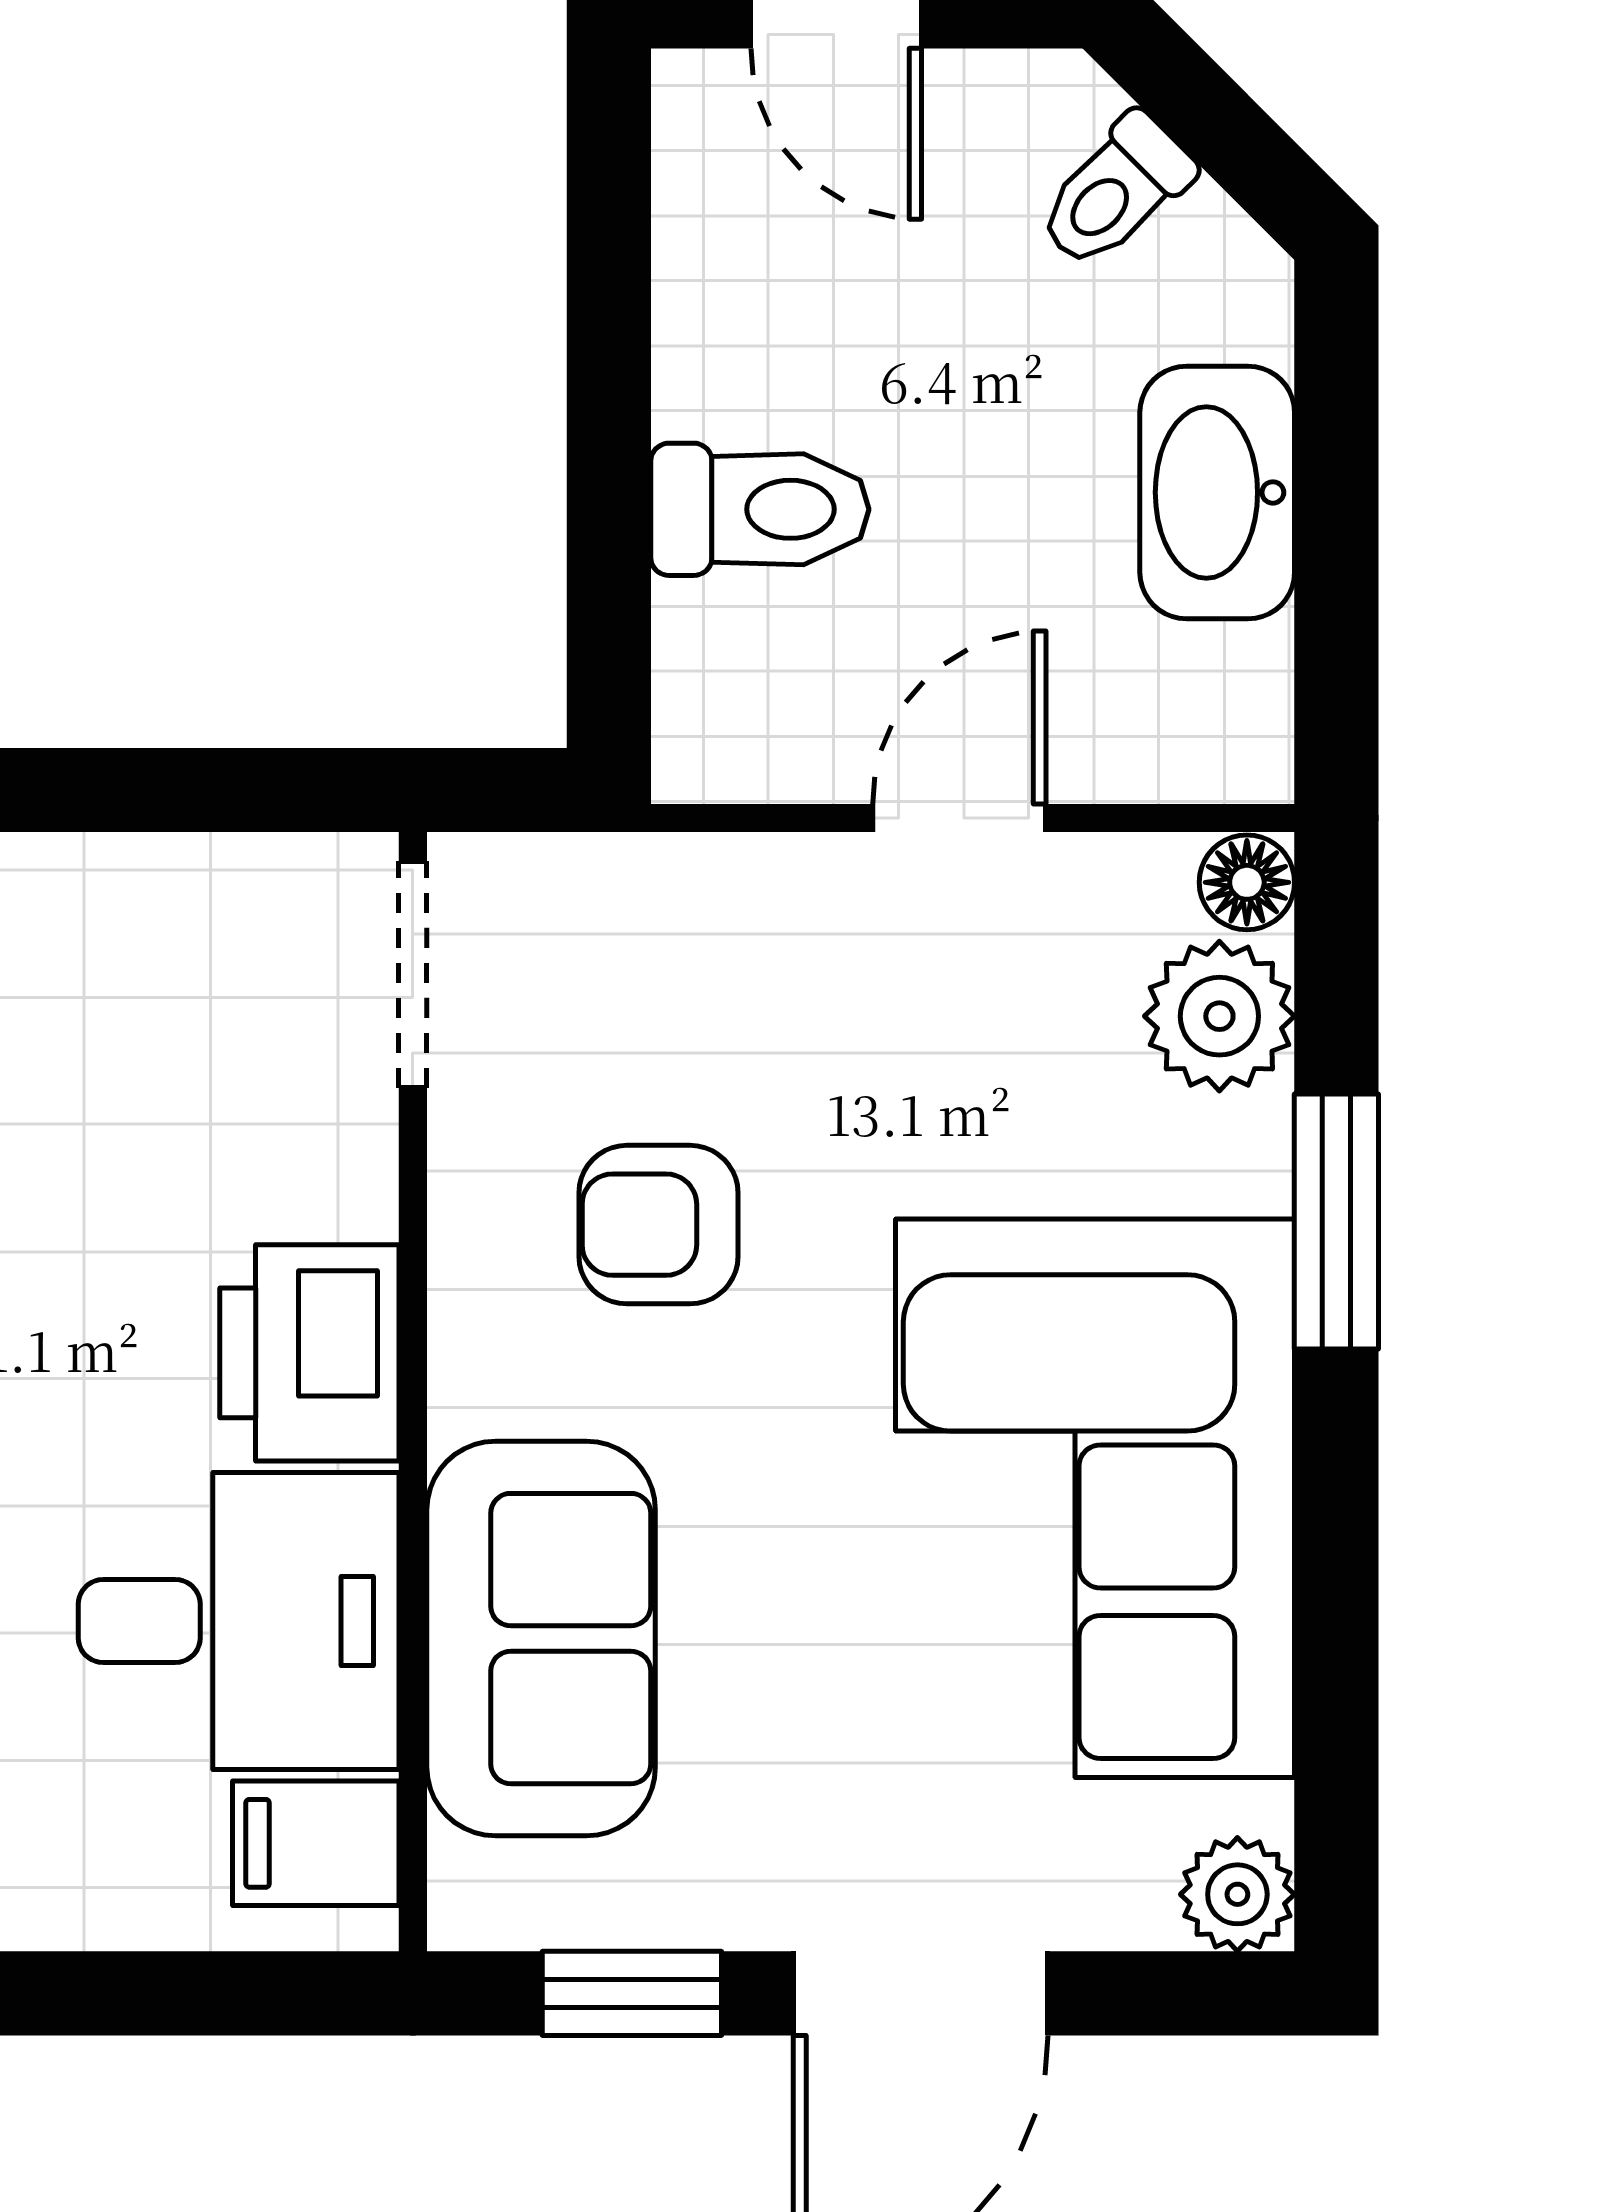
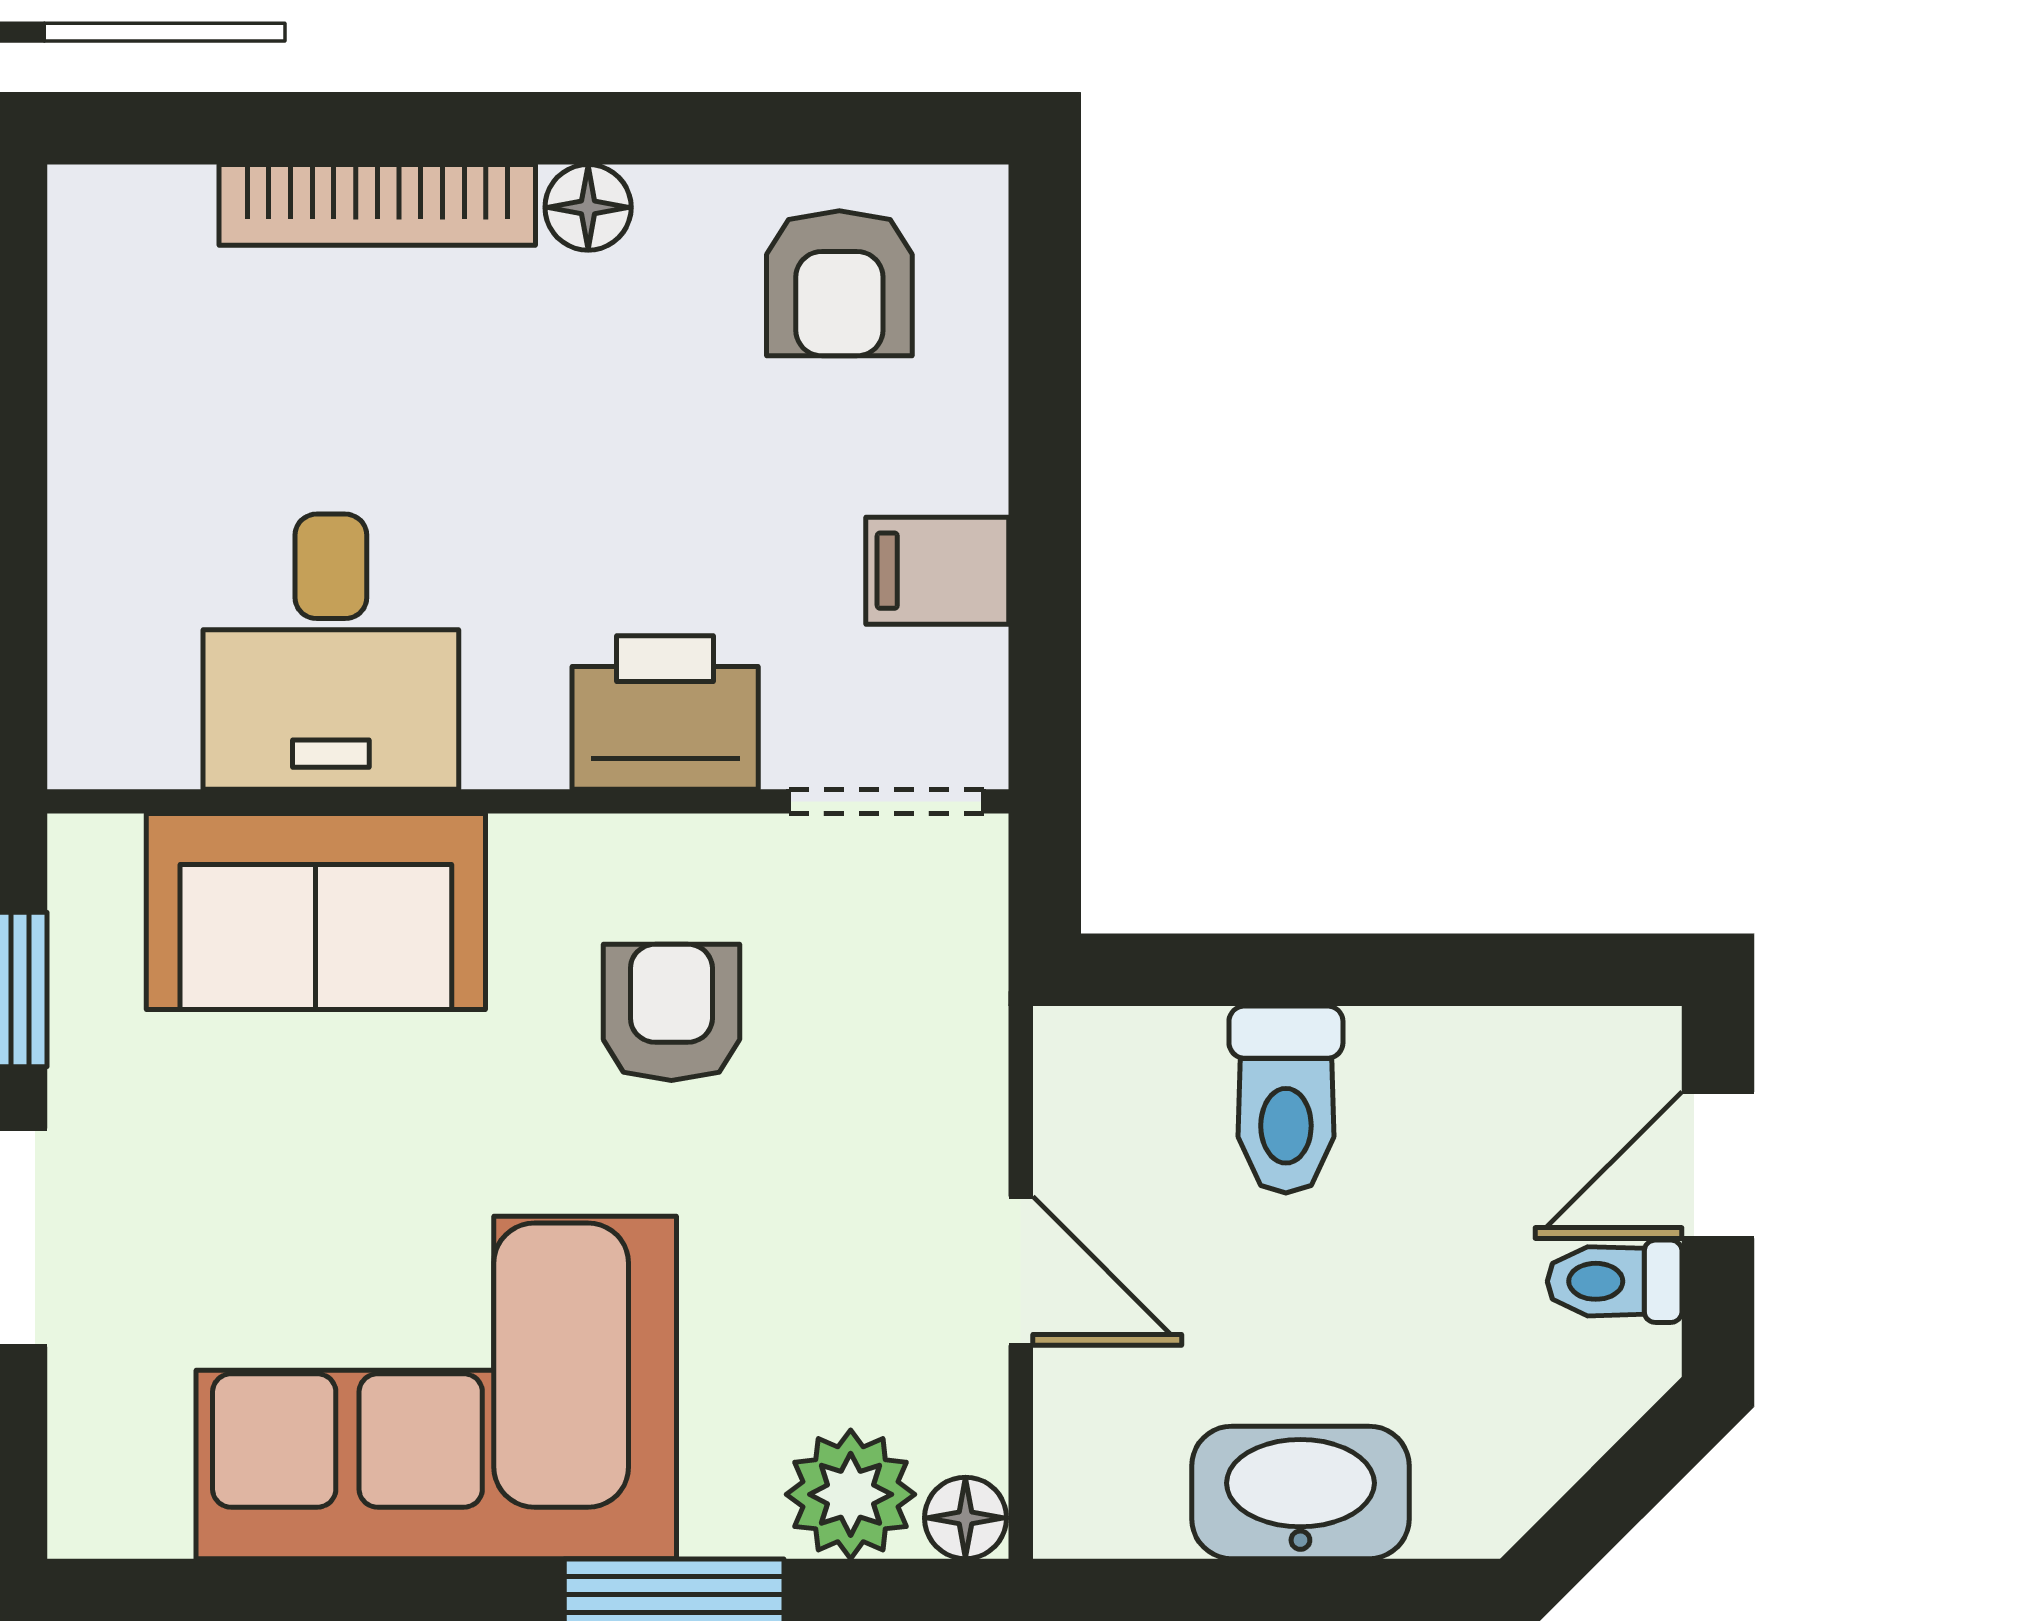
toilet: (1115, 192) -> (1615, 1281), moved, turned -45
printer: (309, 1353) -> (665, 713), moved
filing cabinet: (316, 1843) -> (937, 571), moved, turned -90
plant: (1237, 1894) -> (96, 1510), removed

